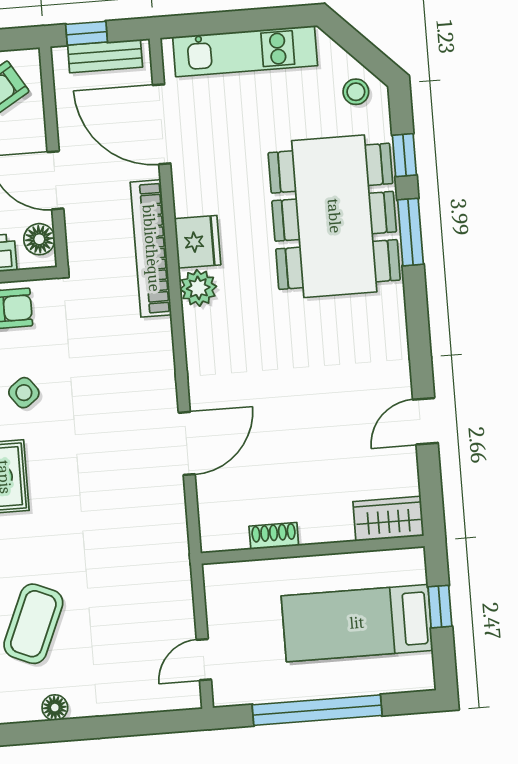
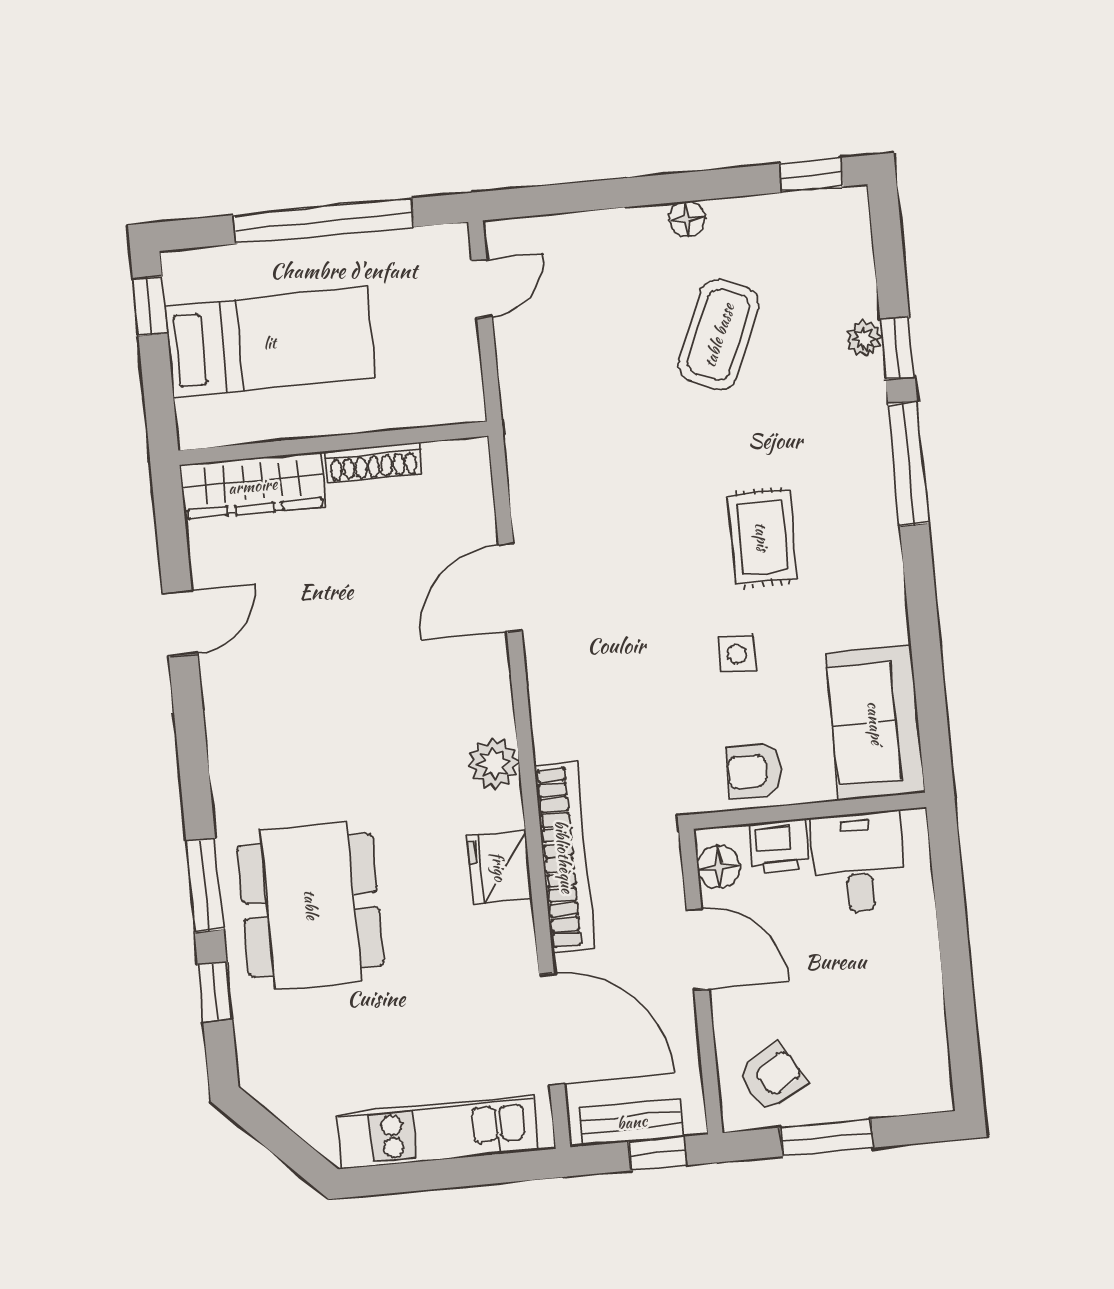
stool: (356, 92) -> (283, 1078), removed
dining table: (334, 216) -> (311, 905), width x0.73, depth x0.80
plant: (198, 288) -> (494, 764), moved
side table: (24, 393) -> (737, 654), turned 37
wardrobe: (388, 519) -> (253, 486), width x1.50
shoe rack: (274, 536) -> (373, 463), width x1.43
window: (440, 607) -> (150, 306), moved

